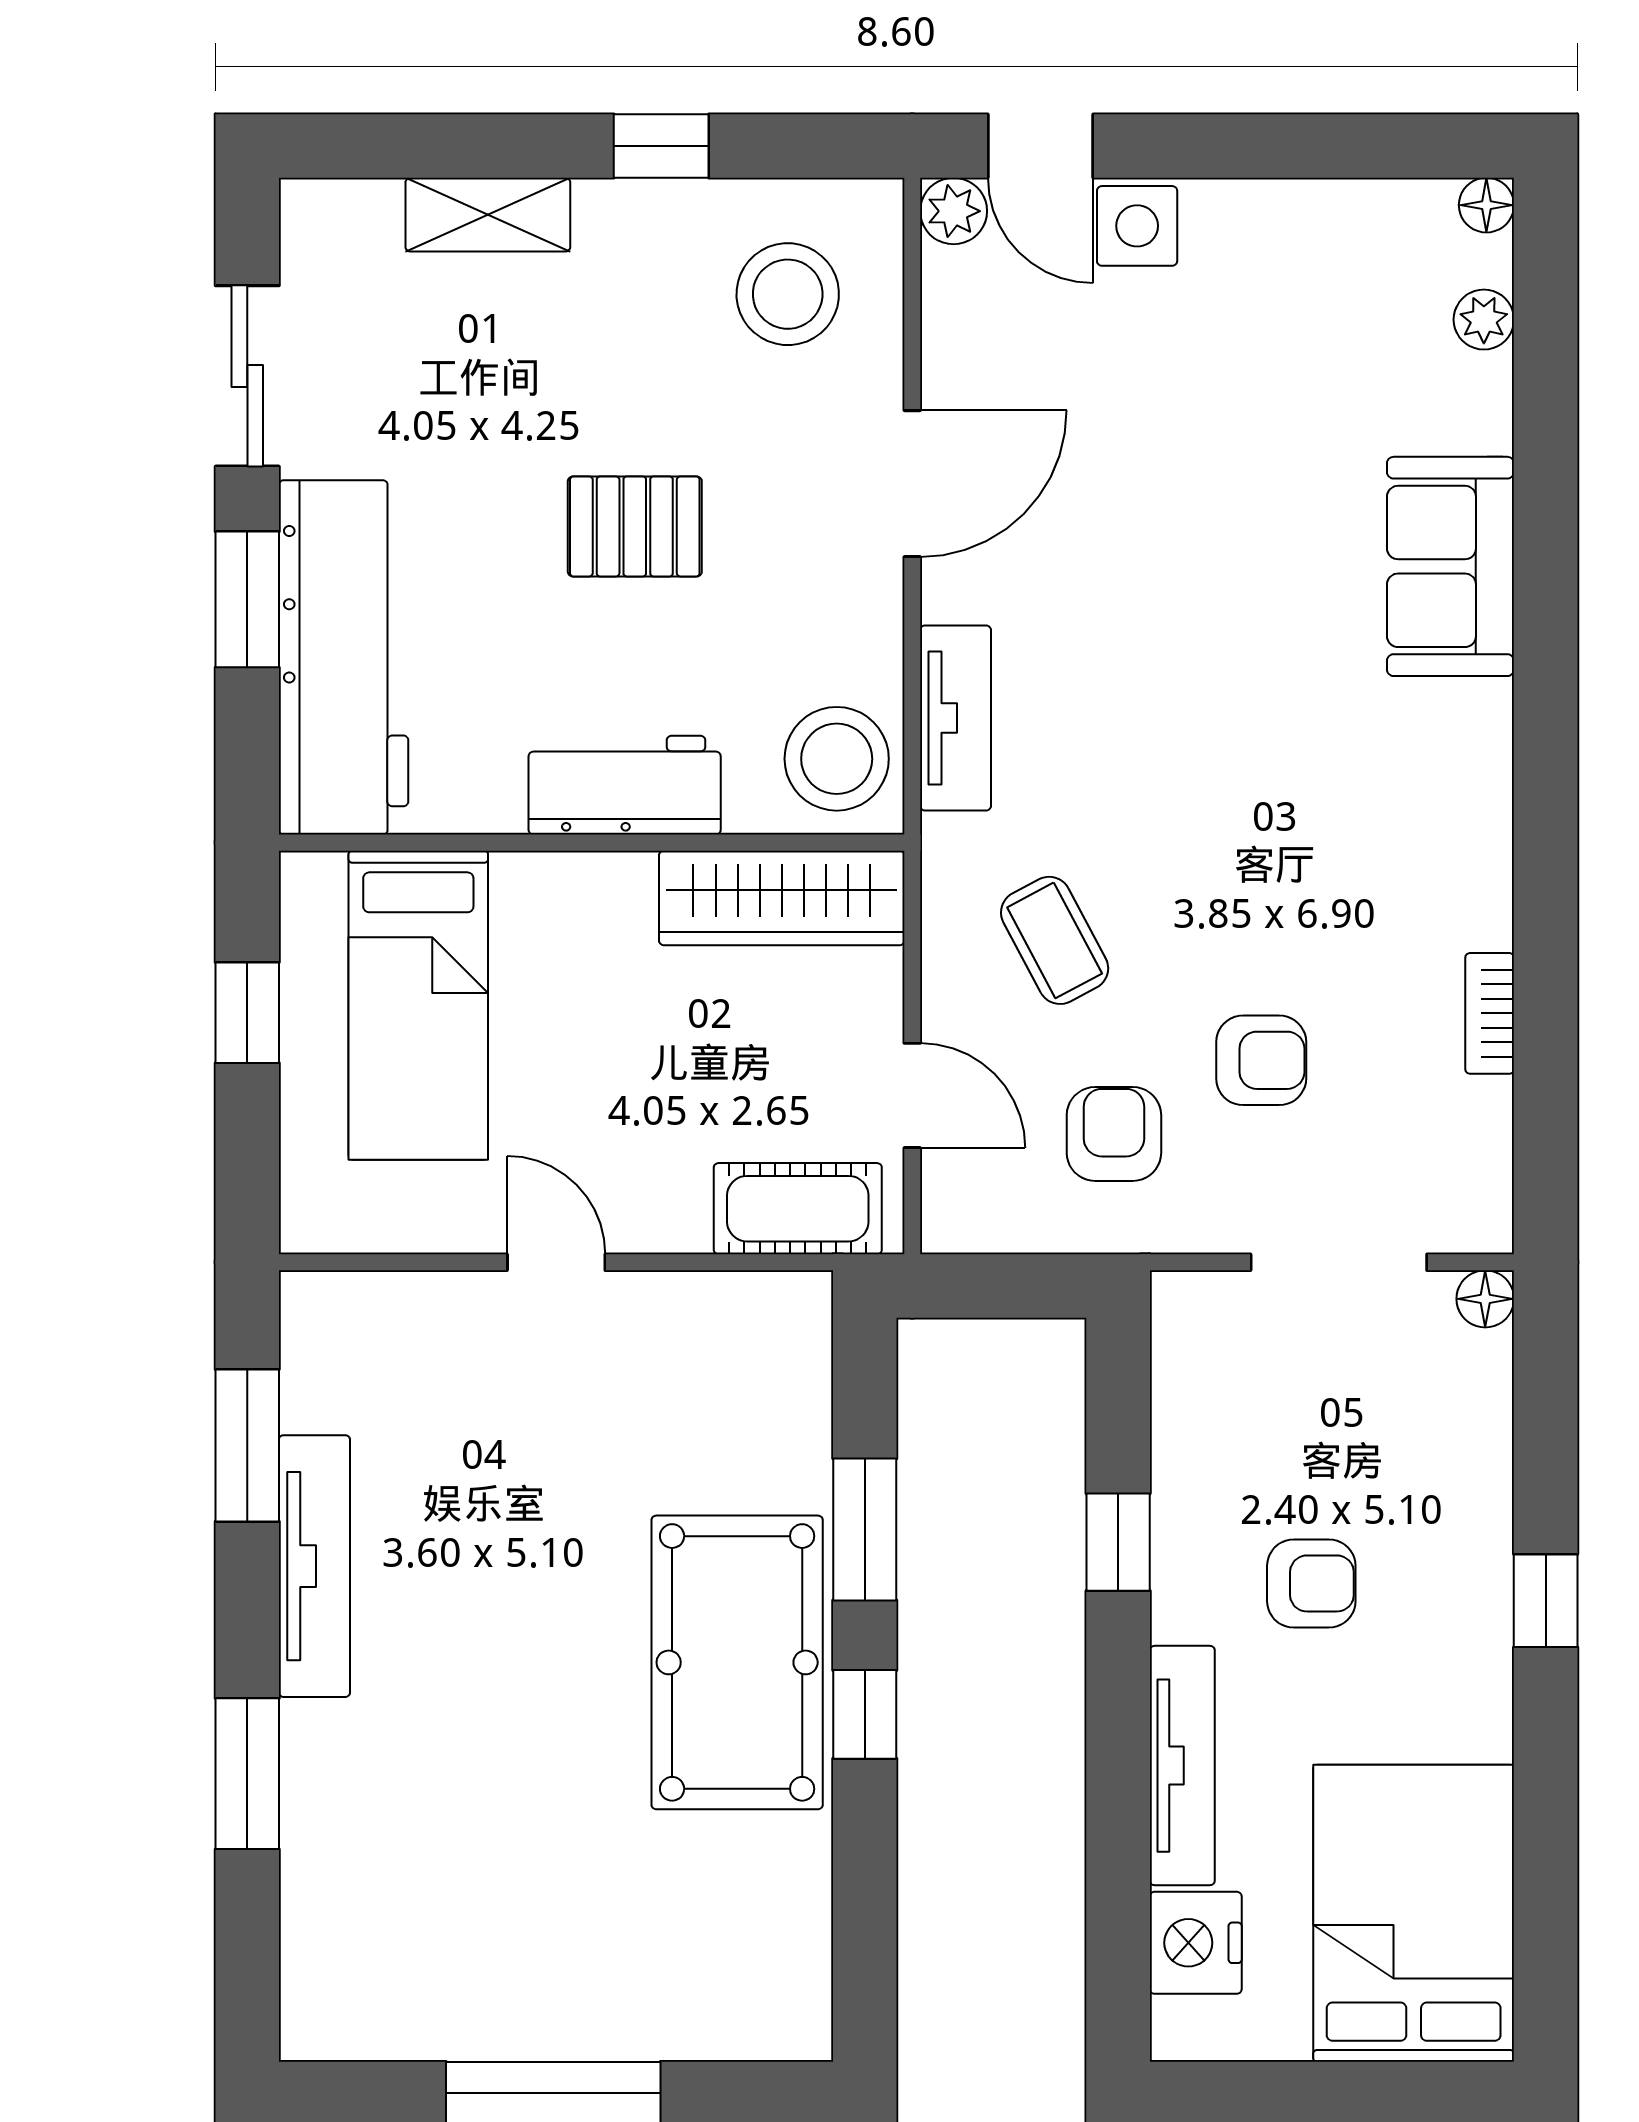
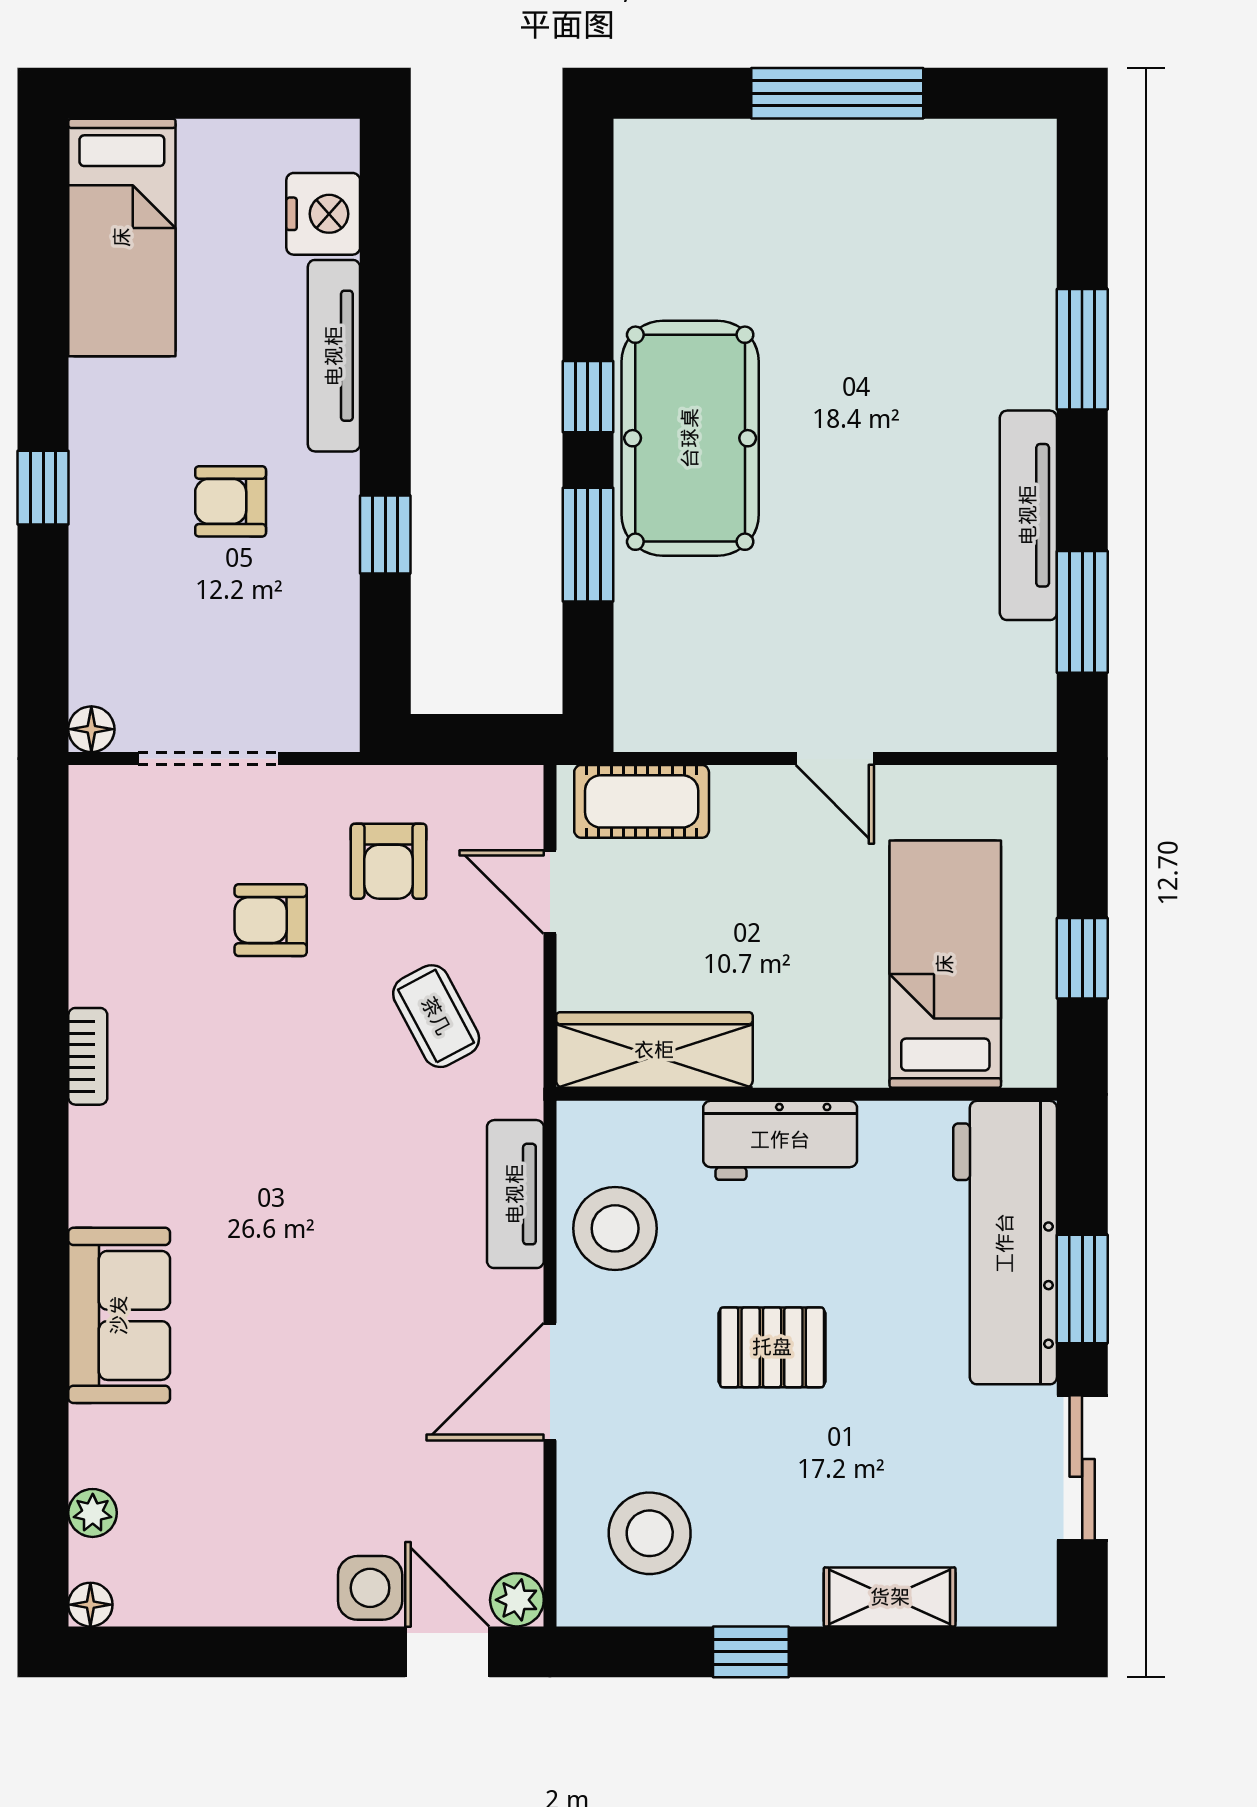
stool: (837, 759) -> (615, 1228), moved
bookcase: (1490, 1013) -> (88, 1056), moved
bed: (1414, 1913) -> (122, 237), width x0.67

